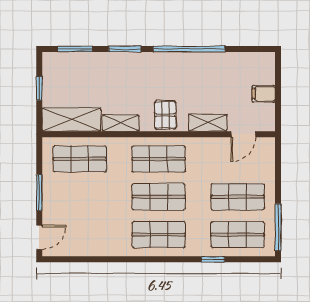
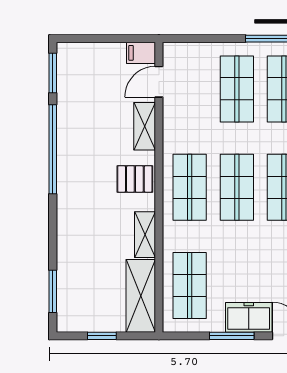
window: (125, 49) -> (53, 73), moved
filing cabinet: (264, 94) -> (141, 53), moved, turned 90
door: (243, 134) -> (159, 82), swing flipped
freezer: (54, 206) -> (249, 317), added

